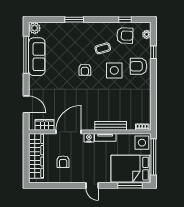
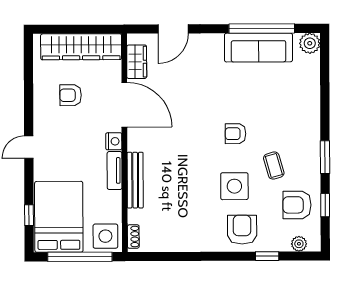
window: (74, 20) -> (325, 157), moved
armchair: (125, 35) -> (297, 205), turned 88
window: (130, 185) -> (29, 215), width x0.46

